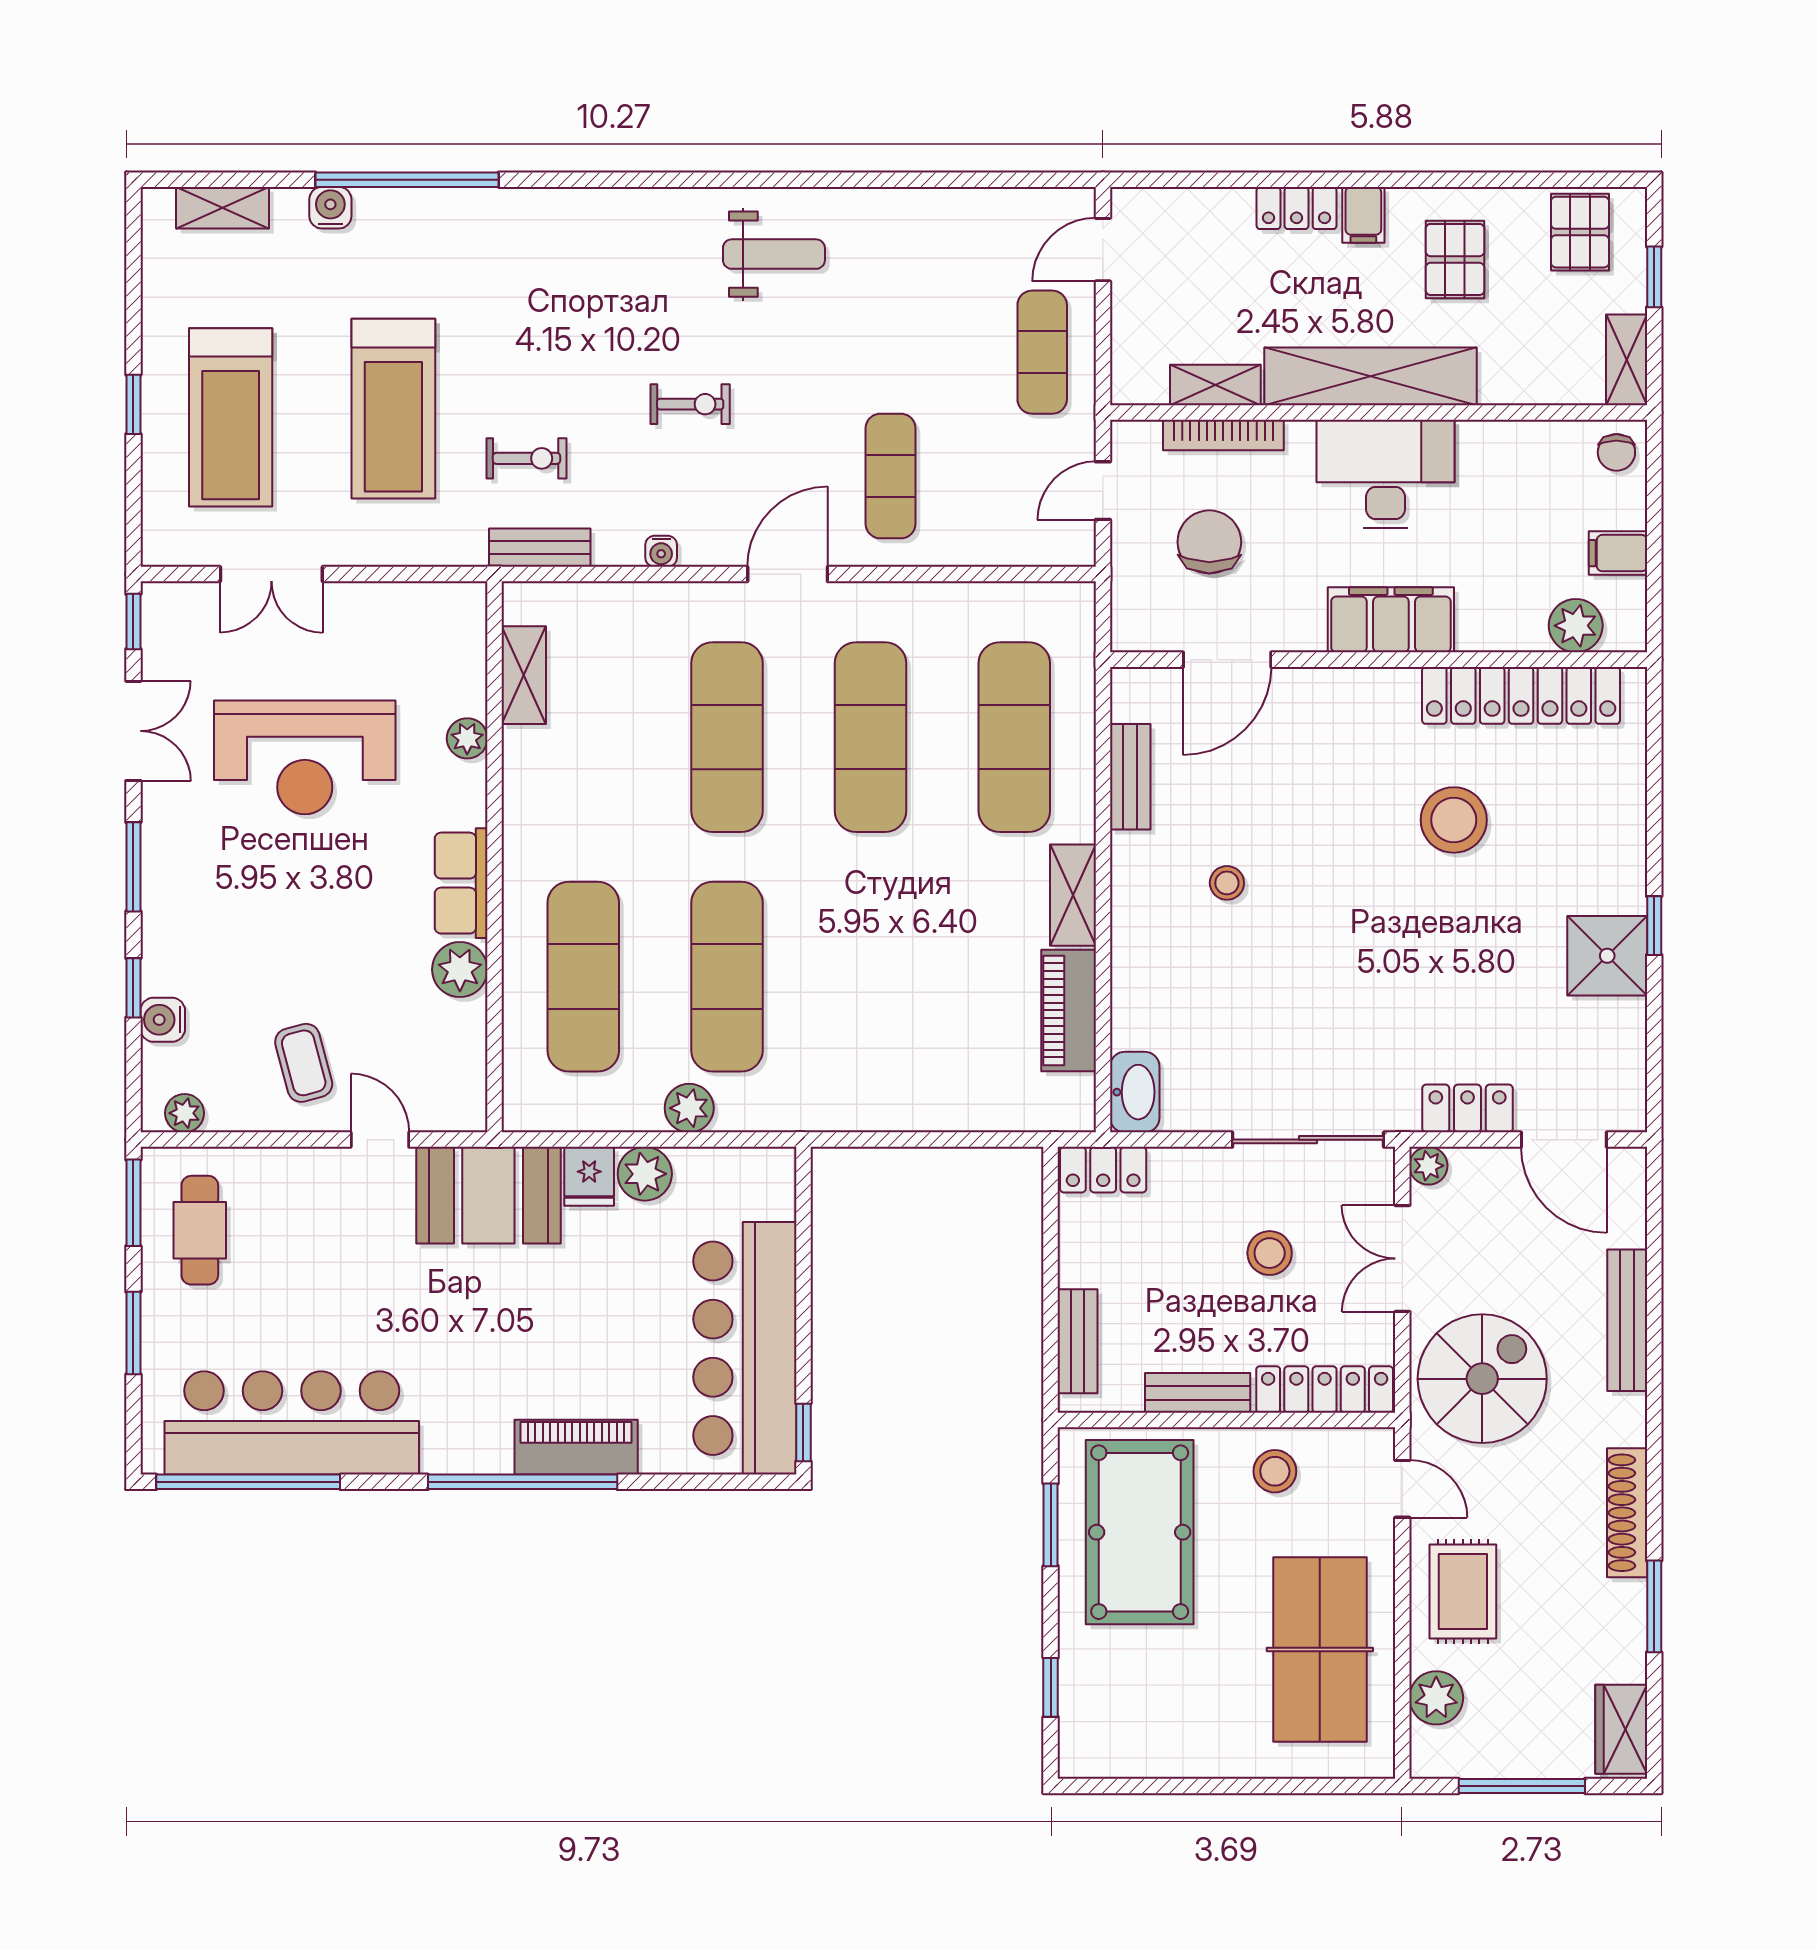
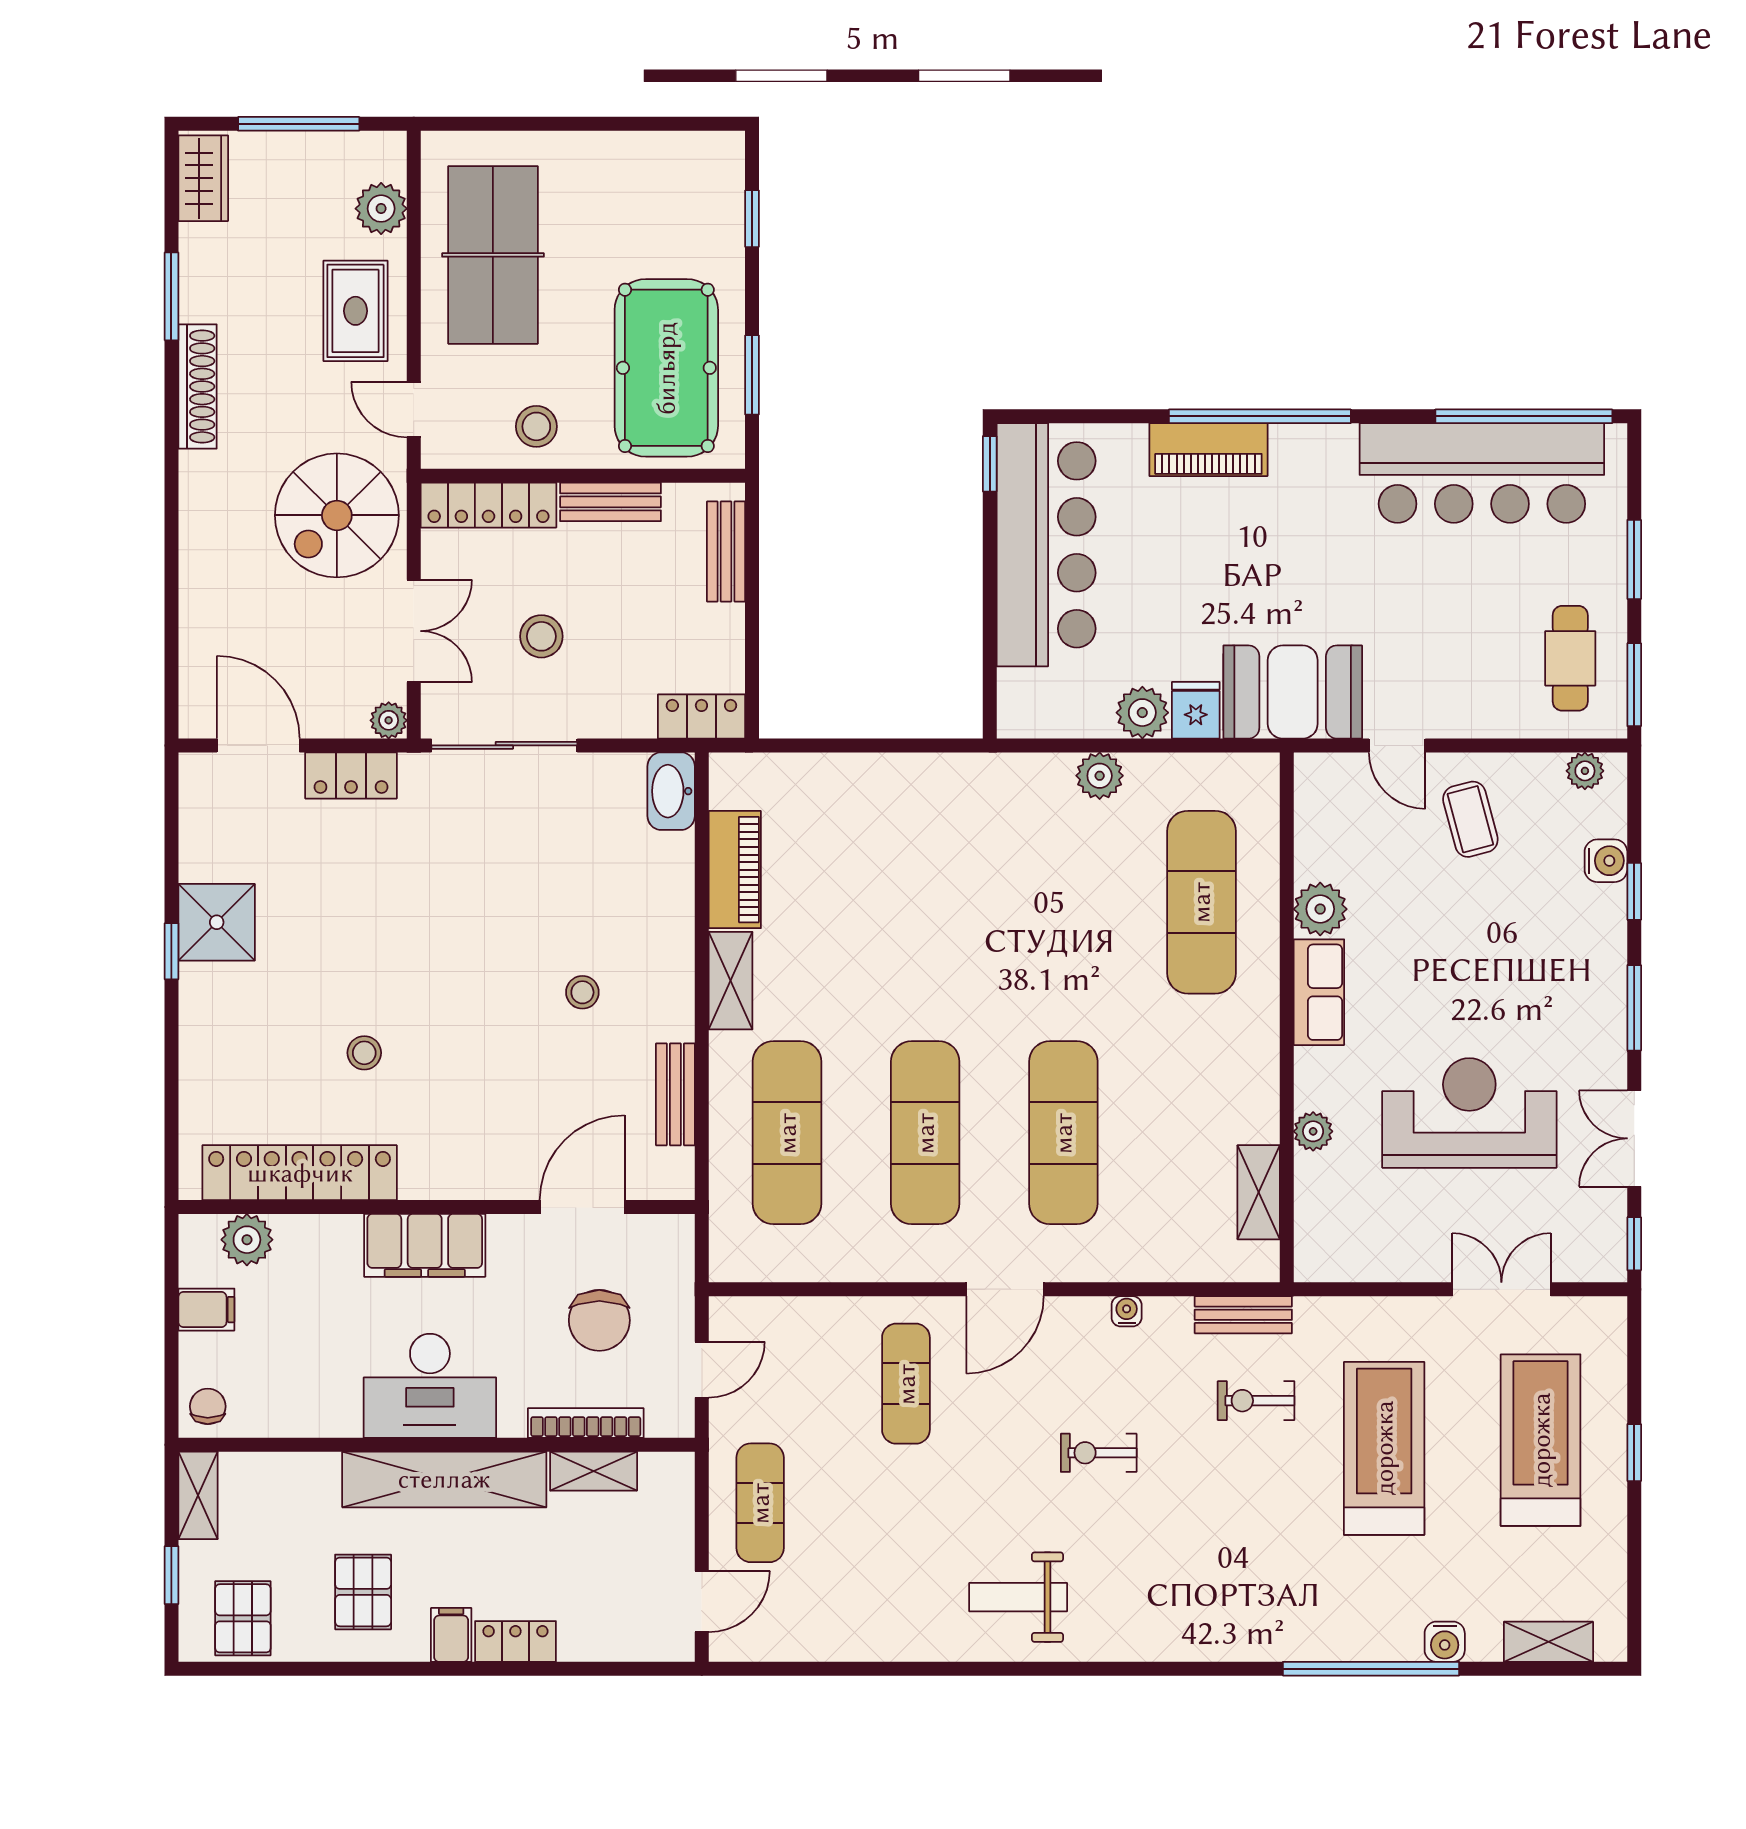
stool: (1454, 820) -> (364, 1053), width x0.53, depth x0.53
exercise mat: (727, 977) -> (1063, 902), removed
bench: (1627, 1320) -> (197, 572), removed

